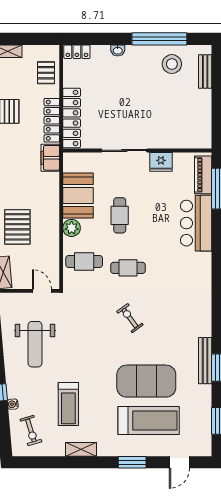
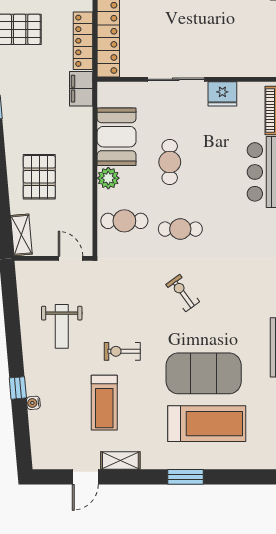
weight bench: (35, 344) -> (62, 326), width x0.73, depth x0.75
exercise bike: (31, 431) -> (122, 351), moved, turned 107
door: (179, 462) -> (85, 477), moved

